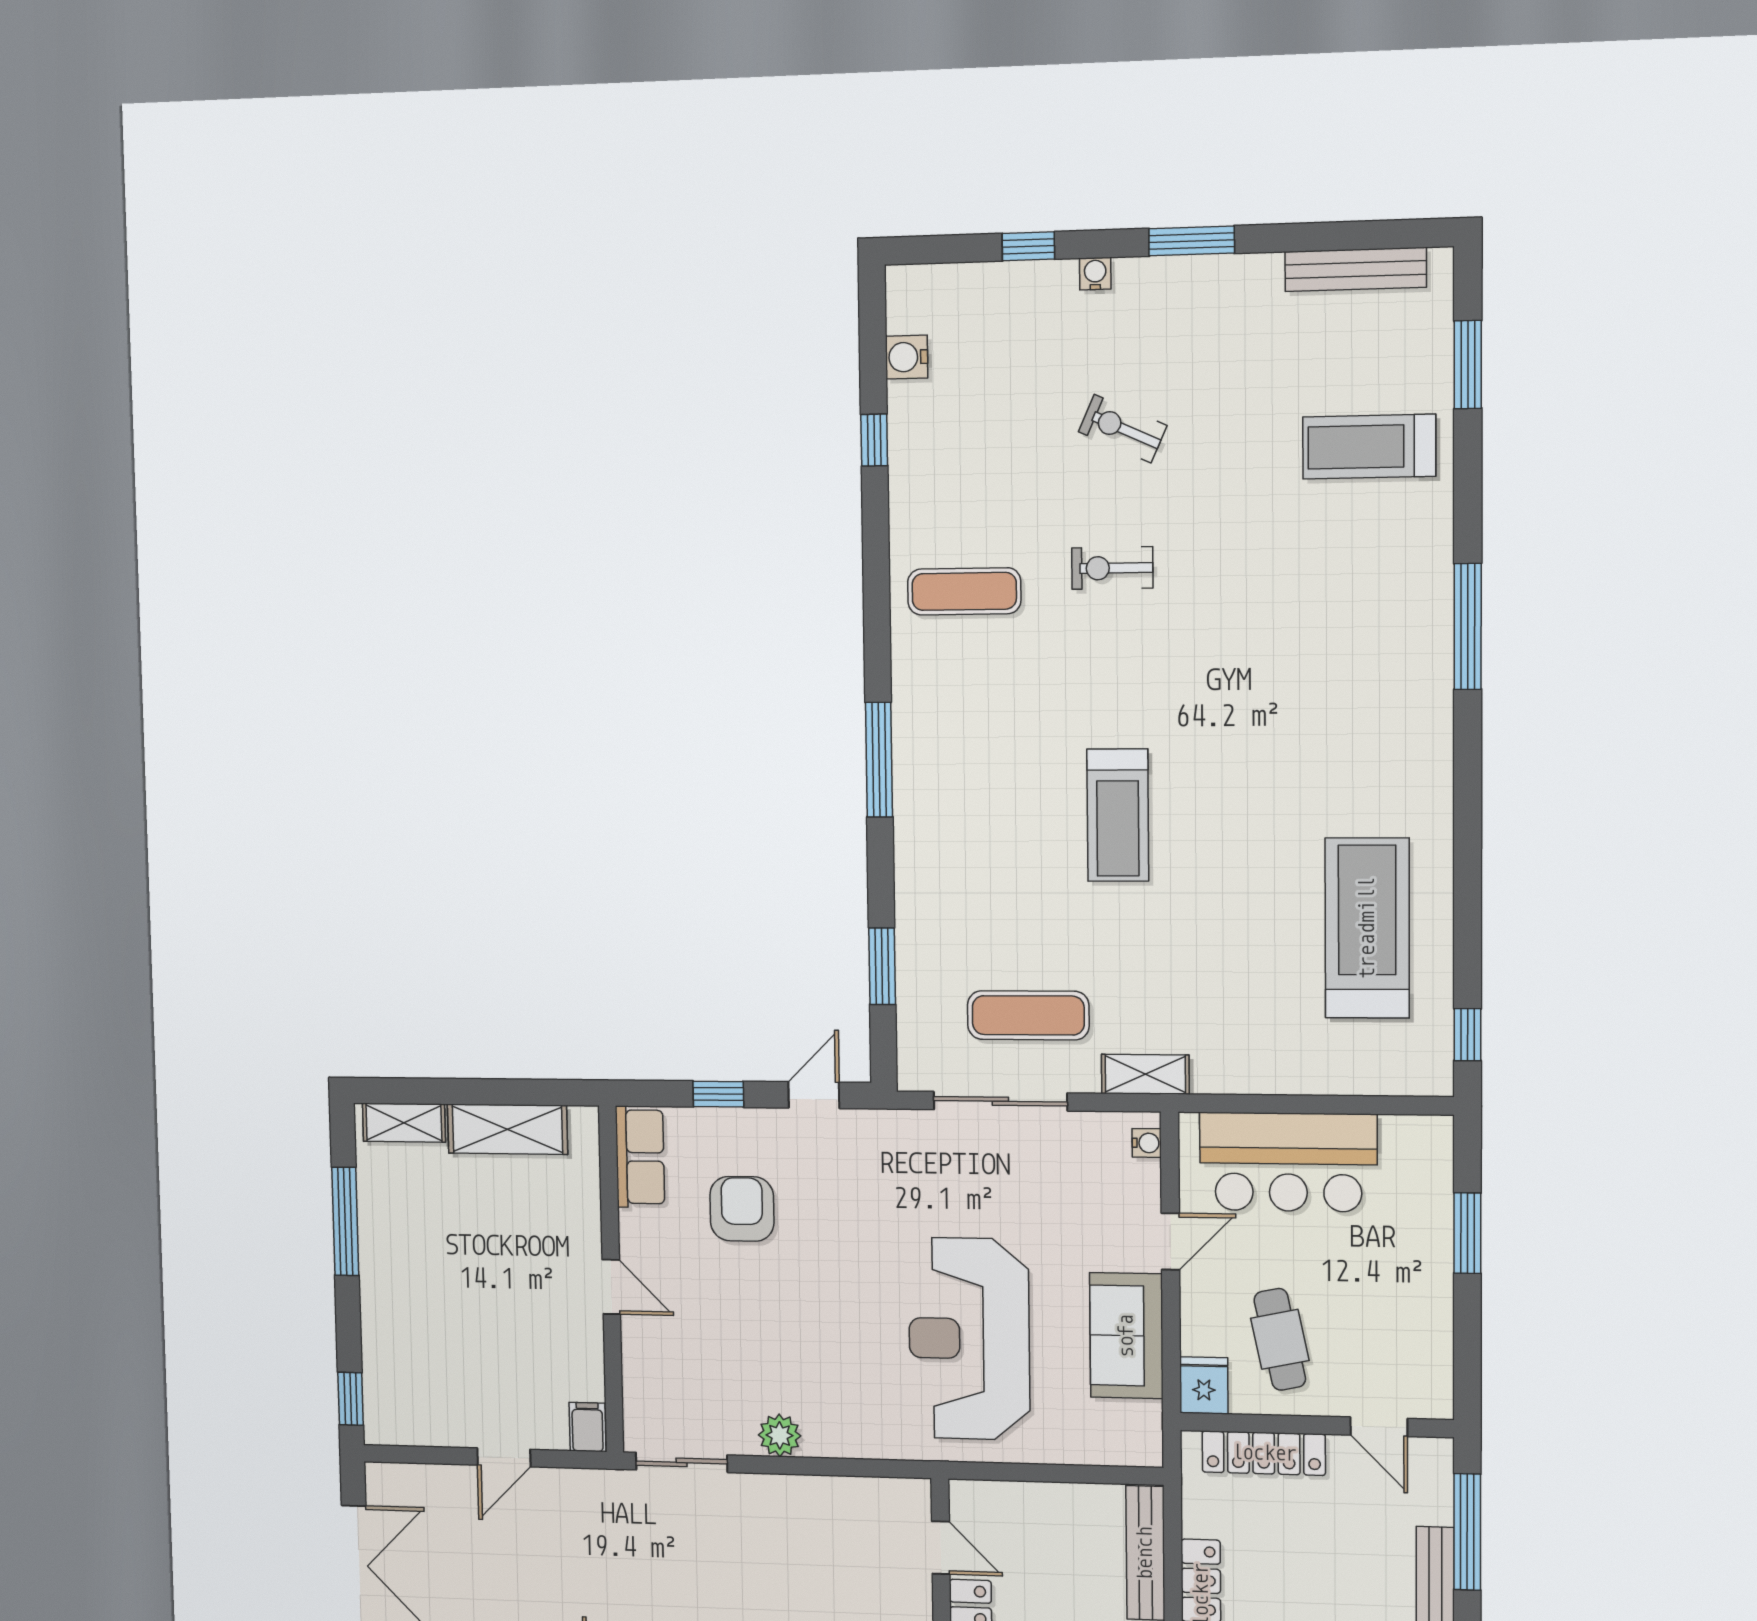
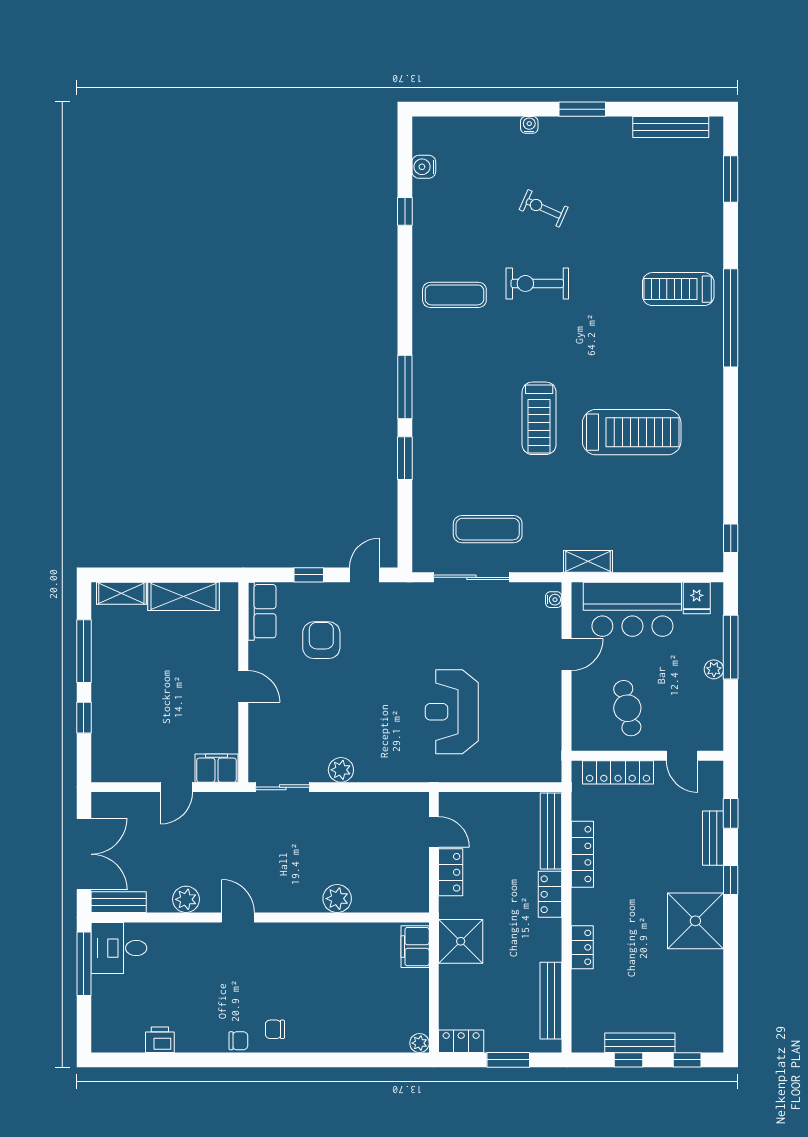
window: (1028, 246) -> (493, 109), removed
treadmill: (1369, 447) -> (678, 289), moved
exercise bike: (1112, 568) -> (537, 283), width x1.38, depth x1.39
window: (1468, 626) -> (731, 318), width x1.46
treadmill: (1367, 928) -> (632, 432), moved, turned 90
window: (882, 966) -> (405, 458), moved
shelving: (1145, 1074) -> (588, 561), moved
window: (1467, 1233) -> (731, 647), width x1.44
plant: (1437, 1273) -> (714, 669), added
sofa: (1126, 1336) -> (541, 708), removed
reception desk: (969, 1339) -> (452, 712), width x0.74, depth x0.77
fridge: (1204, 1385) -> (697, 598), moved, turned 180
window: (351, 1399) -> (84, 718), moved
filing cabinet: (588, 1427) -> (216, 768), width x2.00
window: (1467, 1532) -> (731, 813), width x0.46

